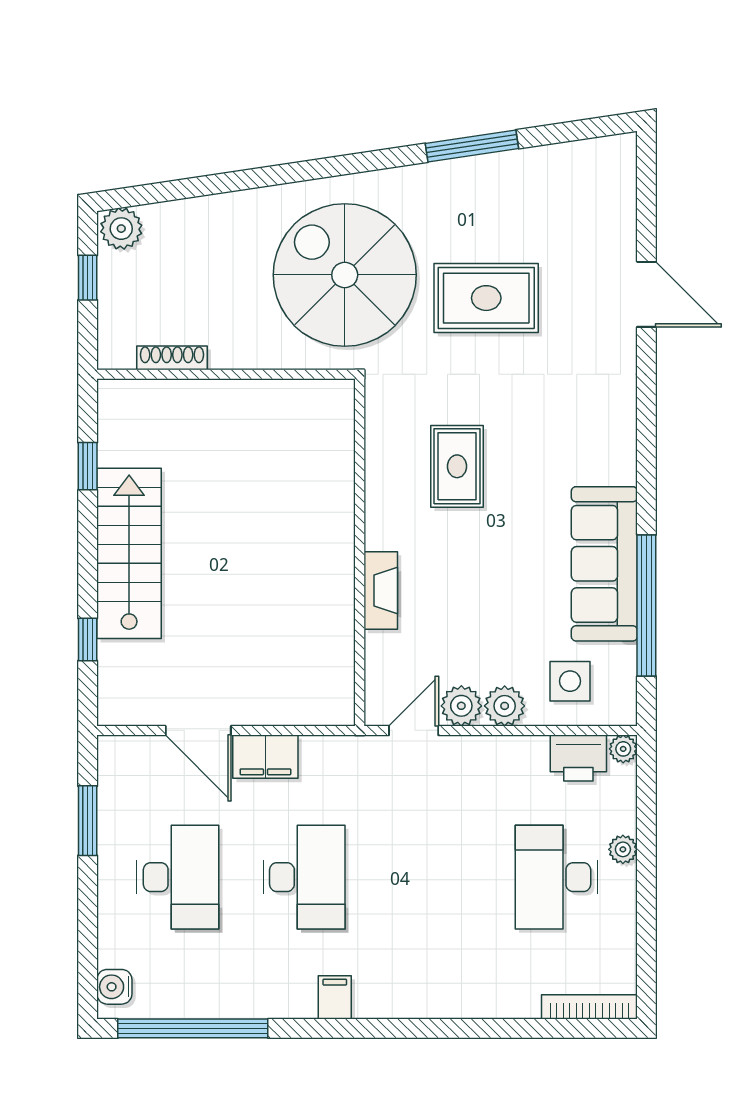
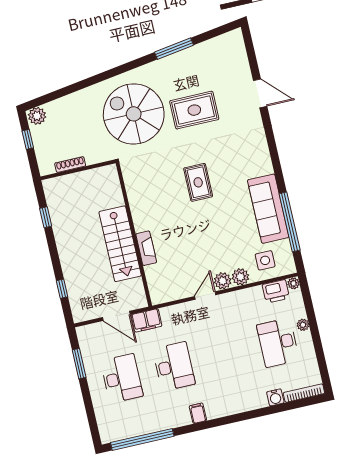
wall: (360, 552) -> (134, 234), moved
stairs: (129, 553) -> (120, 244), moved, turned 180
fireplace: (381, 590) -> (146, 248), moved
water cooler: (114, 987) -> (275, 397), moved, turned -90

